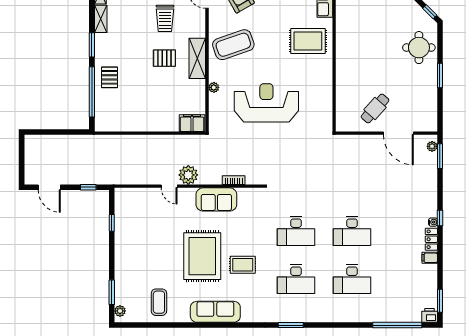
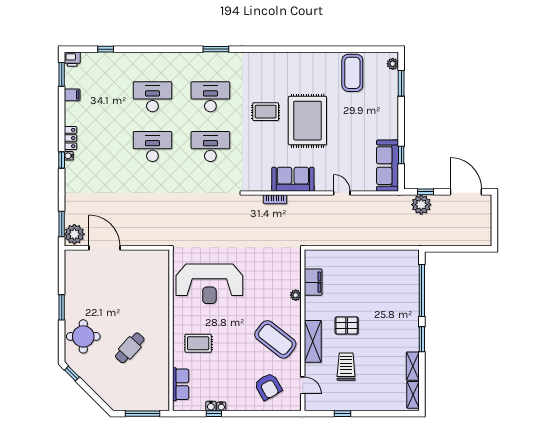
rug: (308, 41) -> (198, 343), width x0.73, depth x0.70
coffee table: (233, 45) -> (275, 339), turned 57
shelving: (197, 58) -> (313, 341), moved
pallet: (110, 77) -> (403, 306), removed
reception desk: (266, 103) -> (209, 284), moved
cafe table: (375, 108) -> (130, 348), moved
filing cabinet: (192, 123) -> (313, 282), moved, turned -90
plant: (432, 146) -> (74, 234), width x1.88, depth x1.88
plant: (188, 175) -> (421, 205), moved
door: (49, 187) -> (466, 192), width x1.36
filing cabinet: (430, 258) -> (72, 95), moved
coffee table: (159, 302) -> (352, 73), width x1.36, depth x1.32
sofa: (215, 312) -> (388, 166), moved, turned 90
window: (397, 325) -> (106, 49), width x0.32

